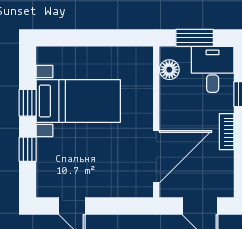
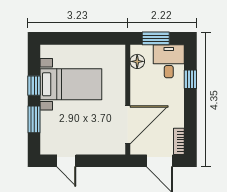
bookcase: (227, 132) -> (179, 141), moved
window: (28, 149) -> (34, 119), width x1.50

